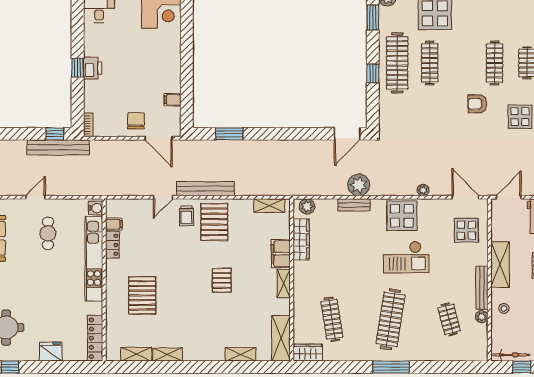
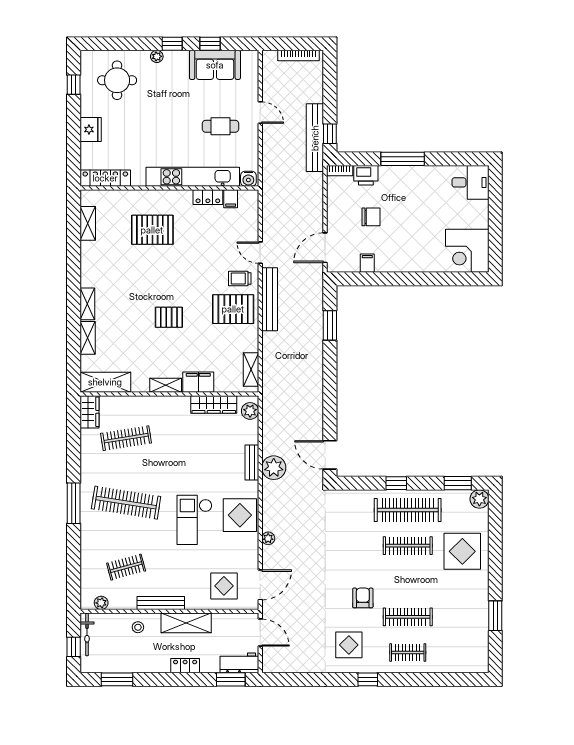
window: (78, 68) -> (403, 159), width x2.17
printer: (93, 68) -> (366, 175), moved
chair: (136, 121) -> (371, 217), moved
plant: (482, 317) -> (101, 603), moved
shelving: (168, 354) -> (87, 304), moved

